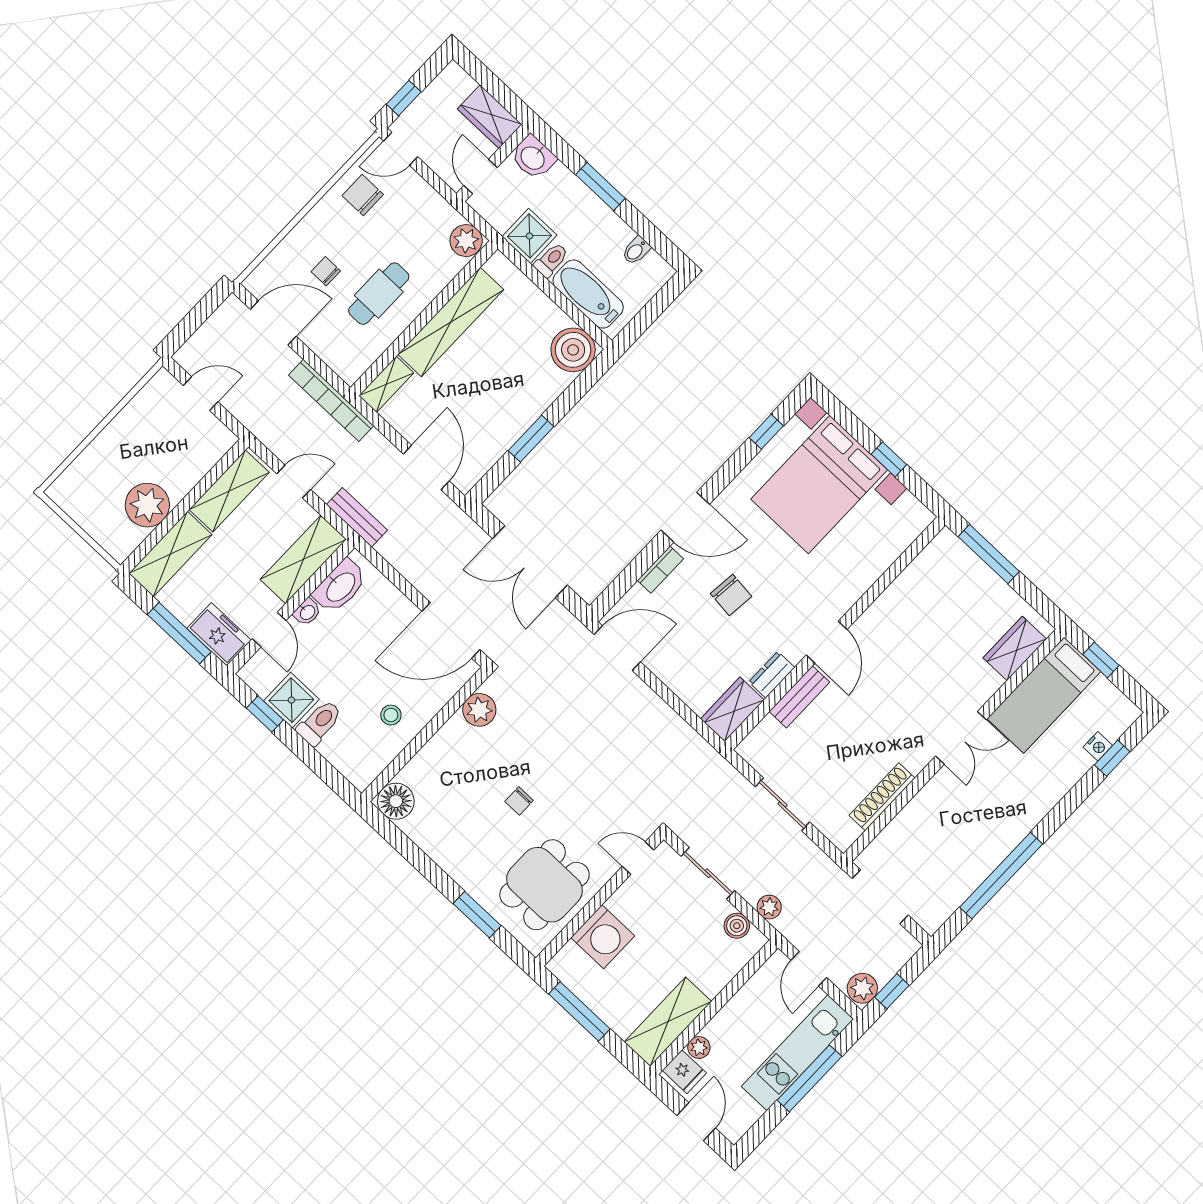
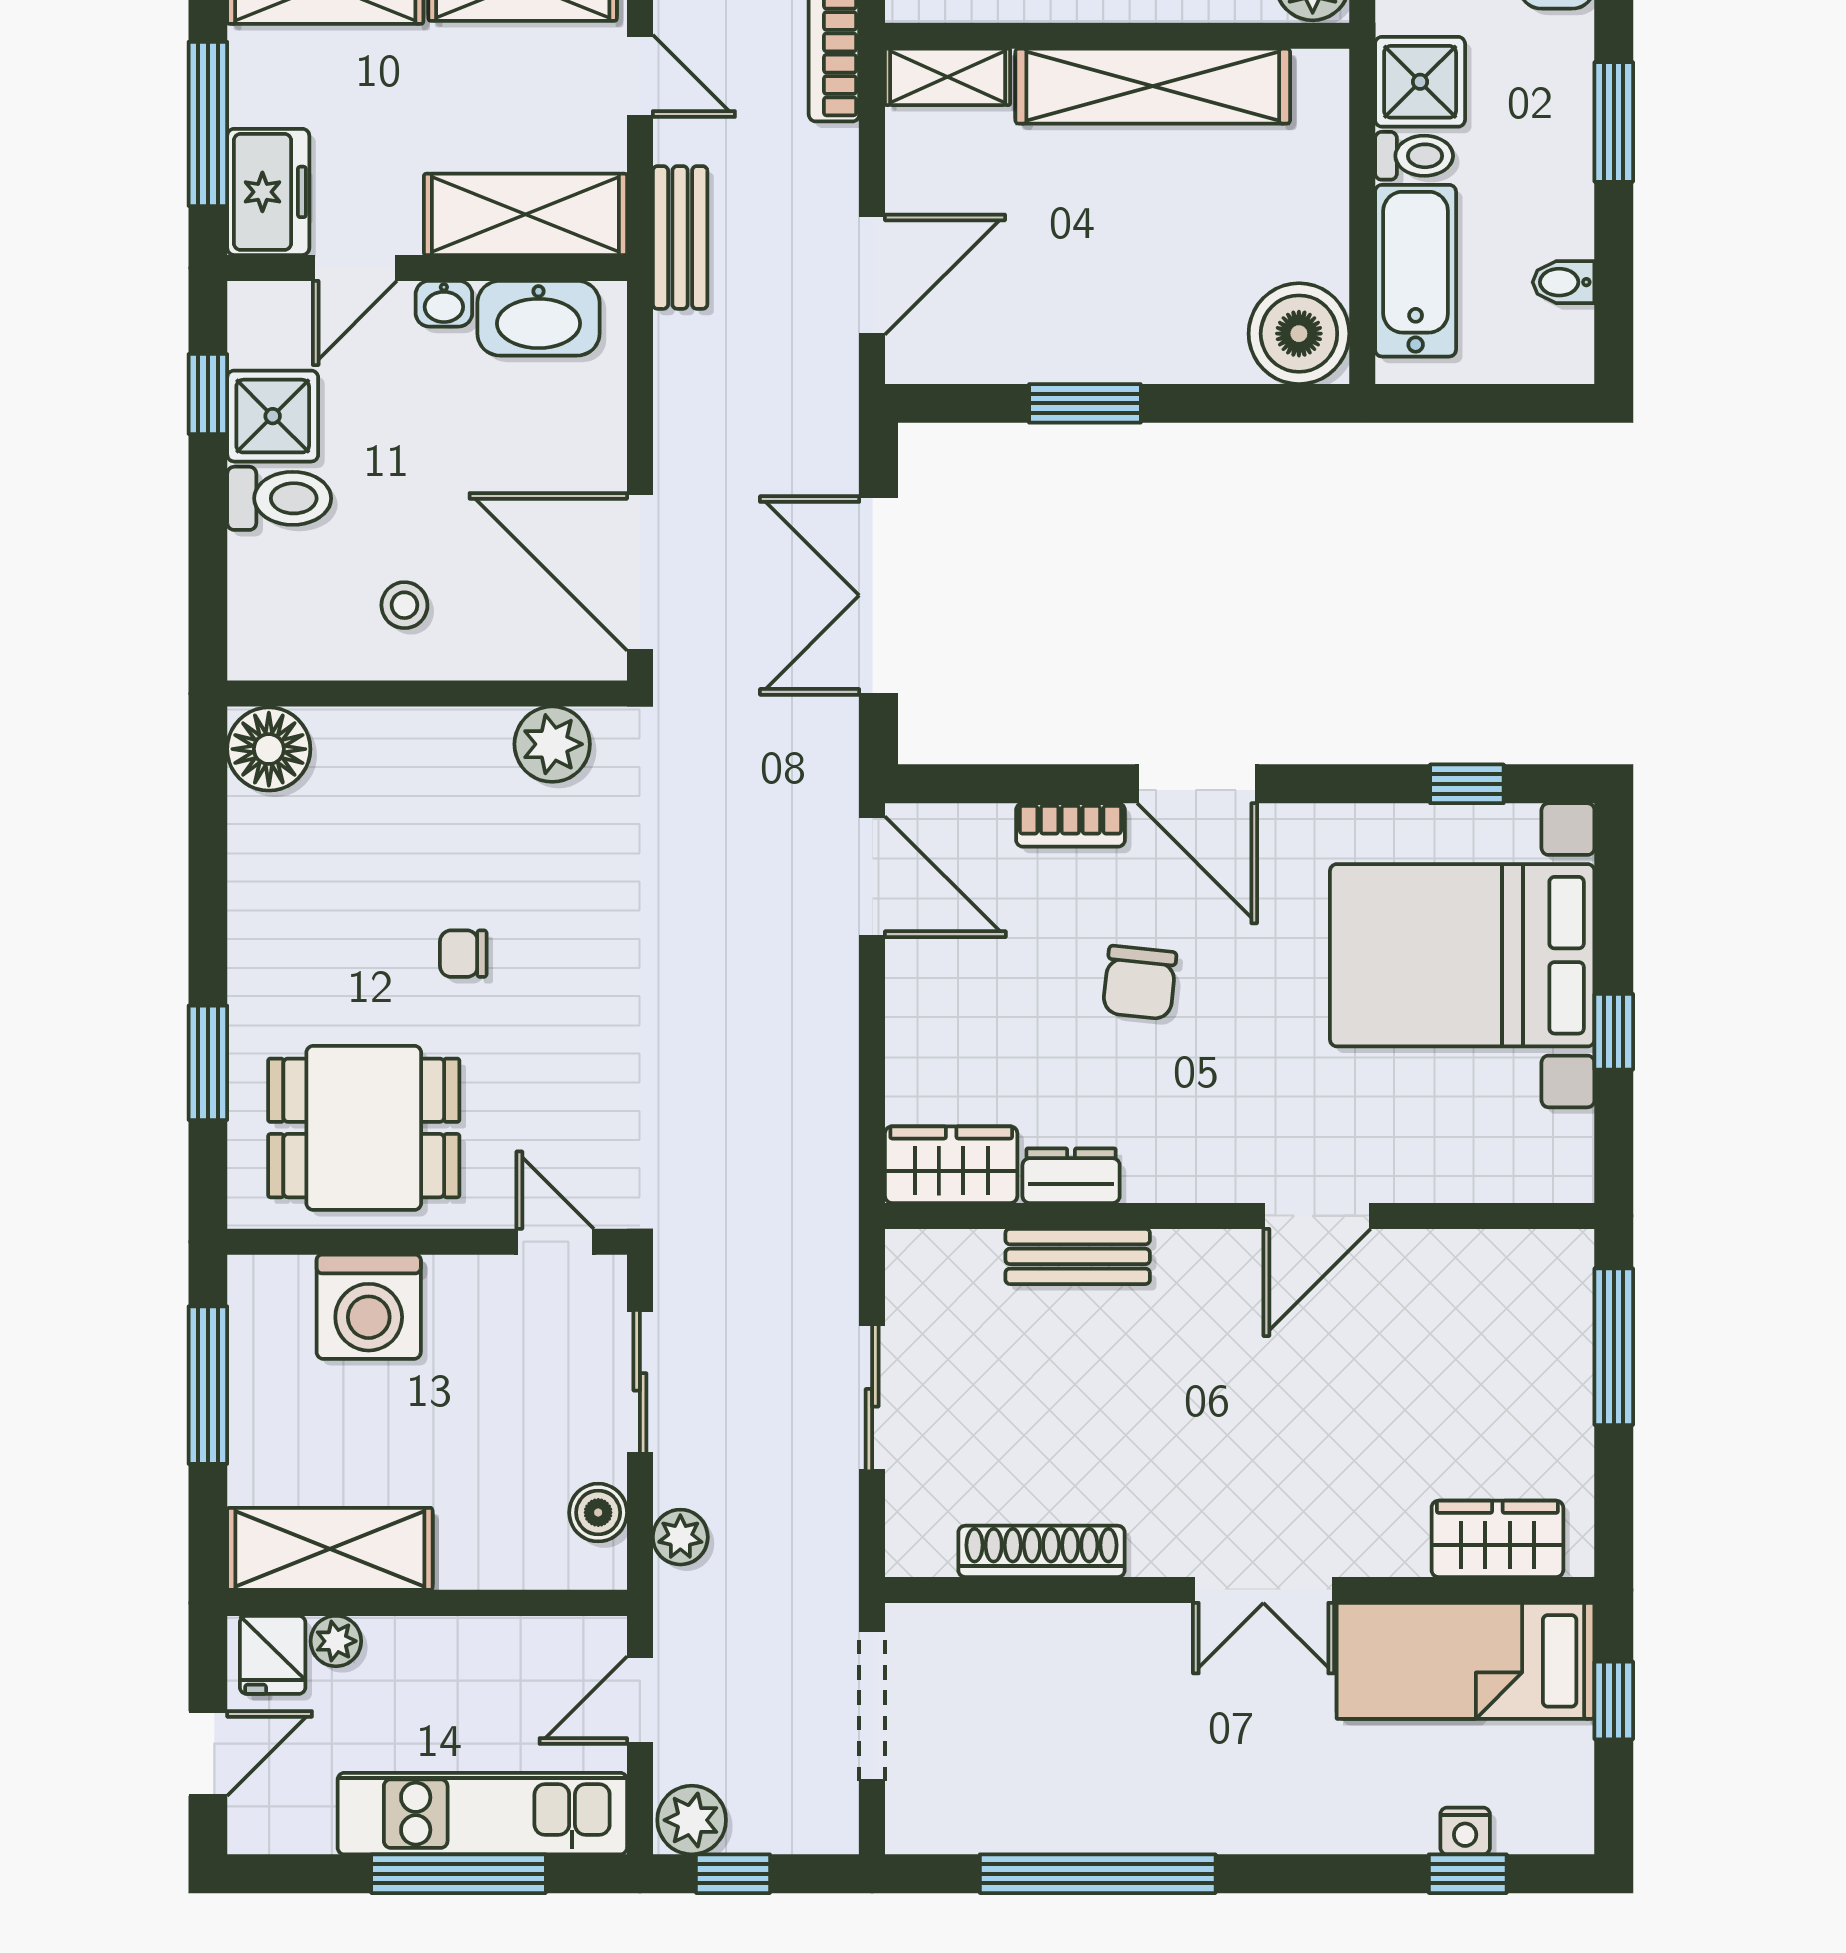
door: (827, 642) -> (1317, 1216), moved

